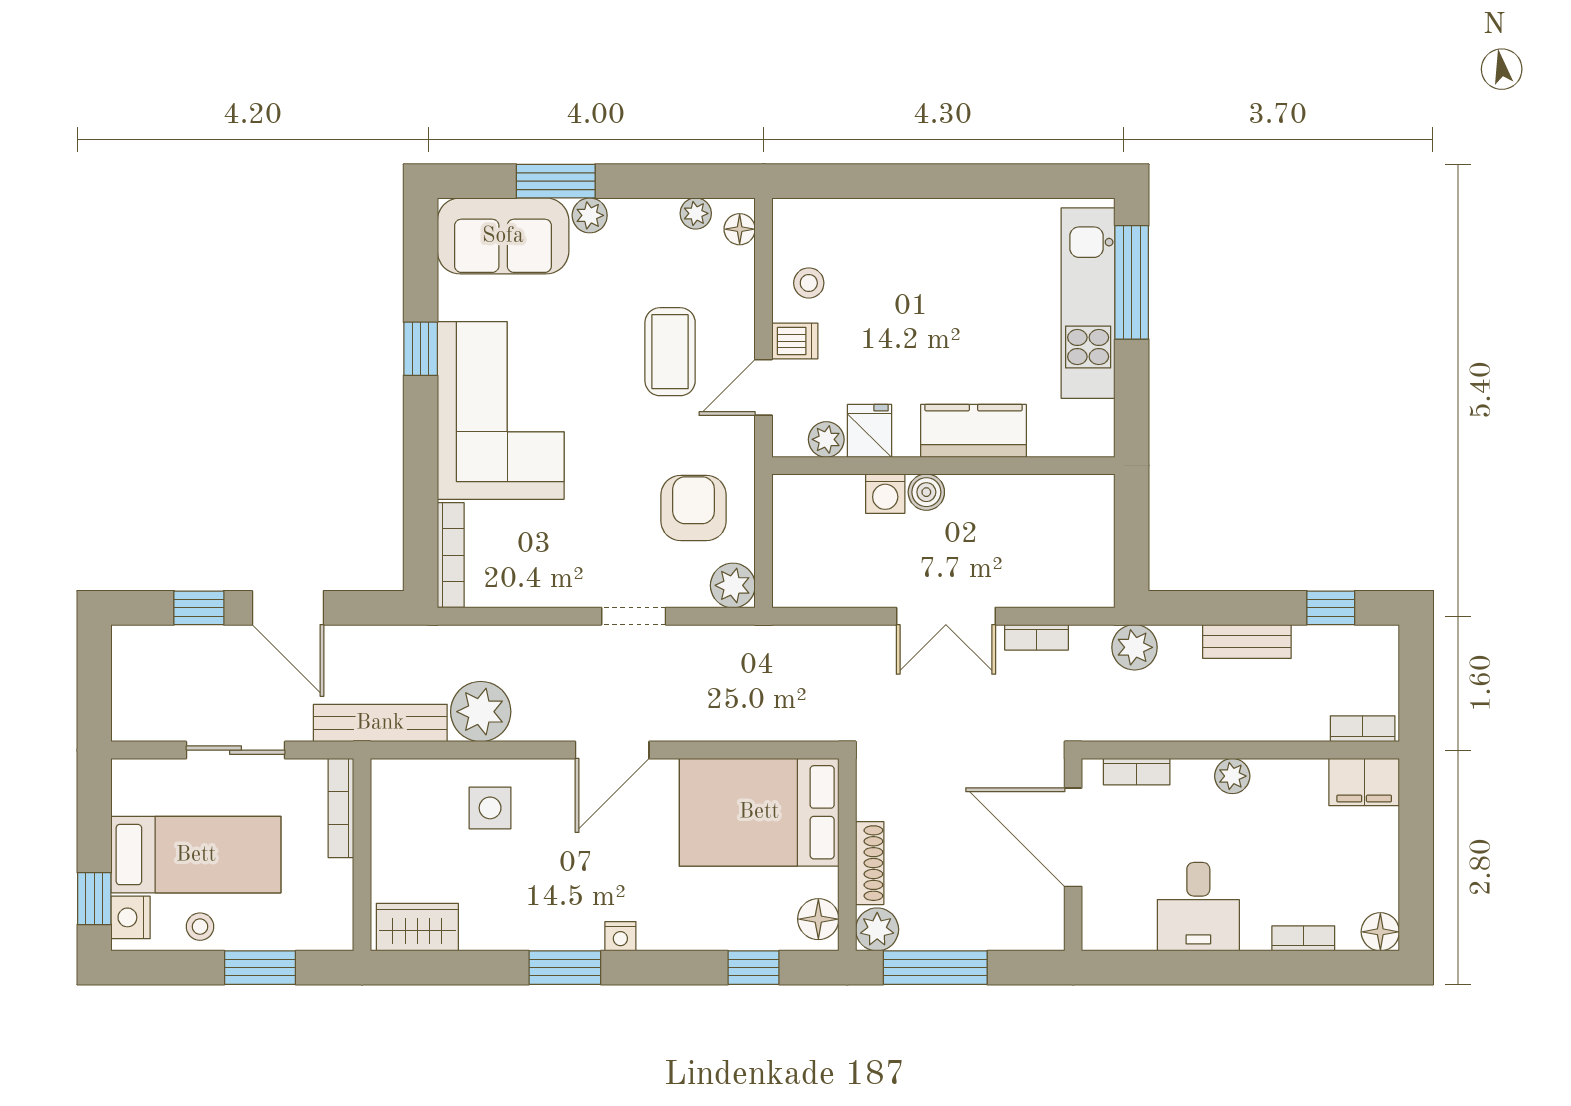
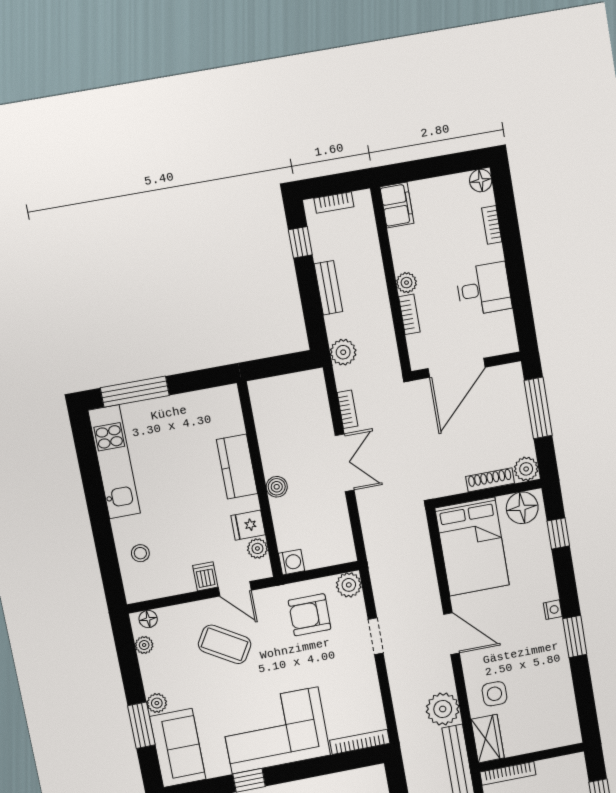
stool: (809, 283) -> (140, 553), moved
kitchen unit: (1088, 303) -> (114, 462), moved, turned -90
coffee table: (670, 352) -> (225, 644), turned 31
washing machine: (885, 494) -> (292, 562), moved
bookcase: (1363, 729) -> (334, 203), moved, turned -90
bookcase: (1137, 772) -> (409, 314), moved
floor lamp: (818, 919) -> (522, 508), width x1.38, depth x1.38
wardrobe: (417, 927) -> (488, 739), moved, turned 180
window: (935, 968) -> (538, 408), moved

